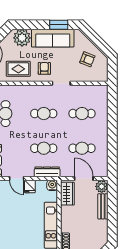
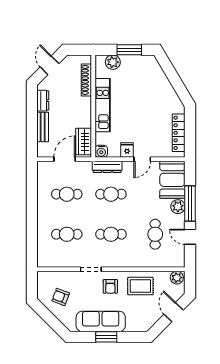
window: (59, 25) -> (106, 337), moved
plant: (22, 38) -> (136, 322), removed
door: (17, 178) -> (142, 159), swing flipped
door: (84, 178) -> (65, 159), swing flipped
plant: (102, 186) -> (44, 150), removed
dresser: (103, 229) -> (43, 101), added

